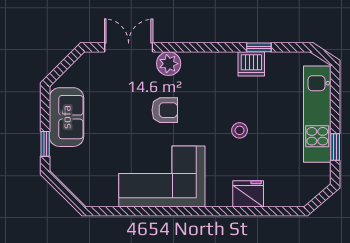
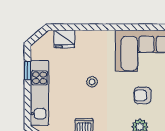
fridge: (248, 194) -> (64, 39), moved

